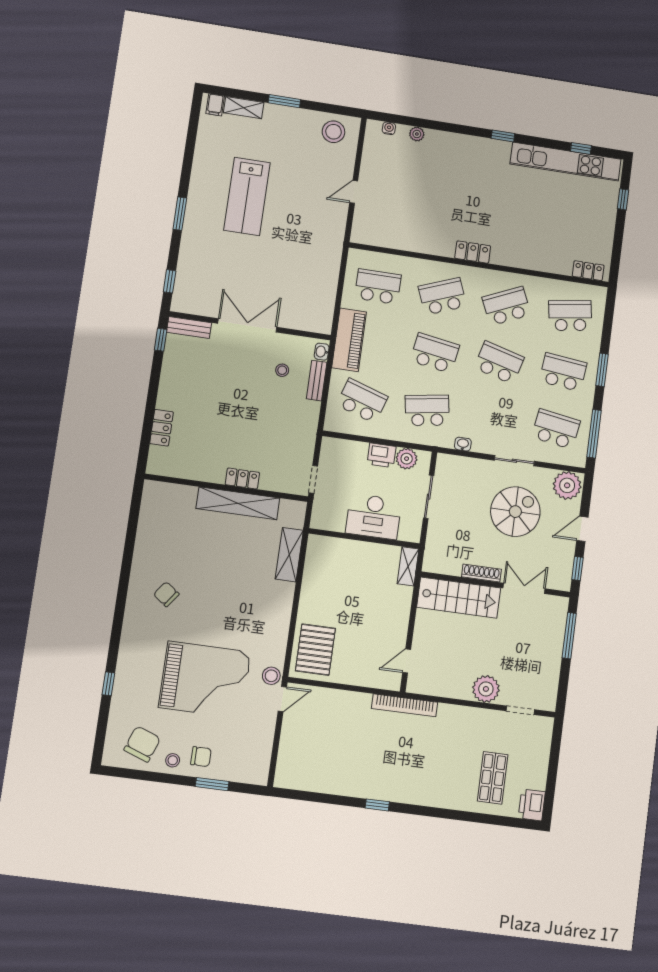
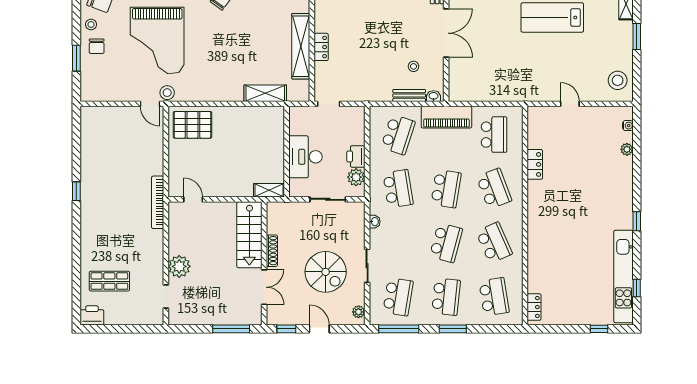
locker: (473, 252) -> (535, 164), moved
plant: (567, 485) -> (359, 312), width x0.53, depth x0.53

